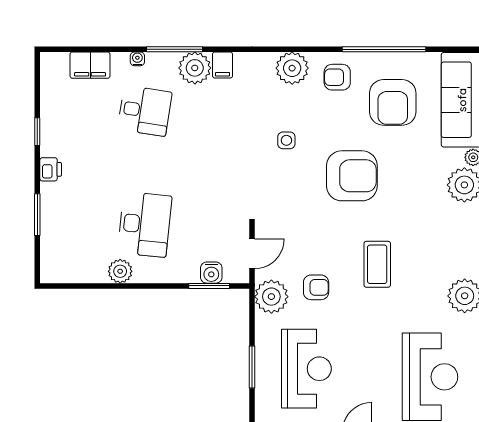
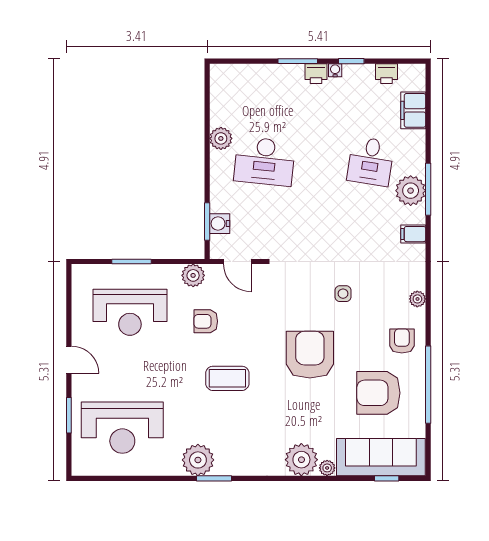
water cooler: (137, 59) -> (335, 70), moved, turned -90
plant: (195, 68) -> (411, 191), moved
plant: (292, 68) -> (417, 299), width x0.53, depth x0.53
printer: (51, 94) -> (386, 74), added
armchair: (352, 176) -> (310, 355), turned 180
window: (37, 215) -> (298, 61), moved
armchair: (316, 287) -> (206, 321), turned 90
plant: (271, 297) -> (193, 275), width x0.73, depth x0.73

